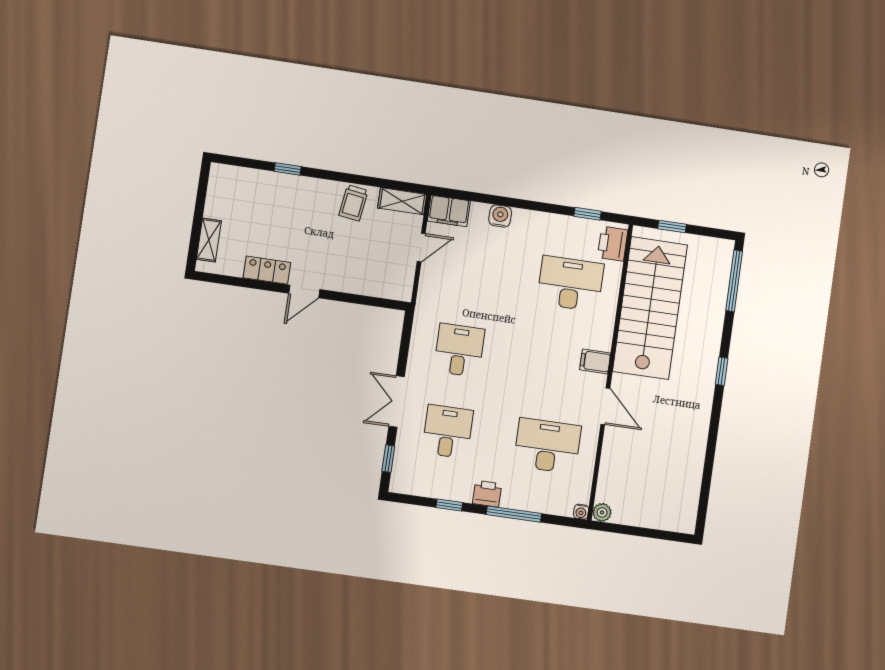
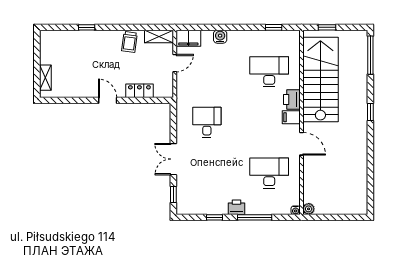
printer: (613, 244) -> (292, 100), moved
locker: (267, 270) -> (139, 91), moved
door: (304, 291) -> (108, 100), swing flipped
desk: (447, 432) -> (207, 173), removed

